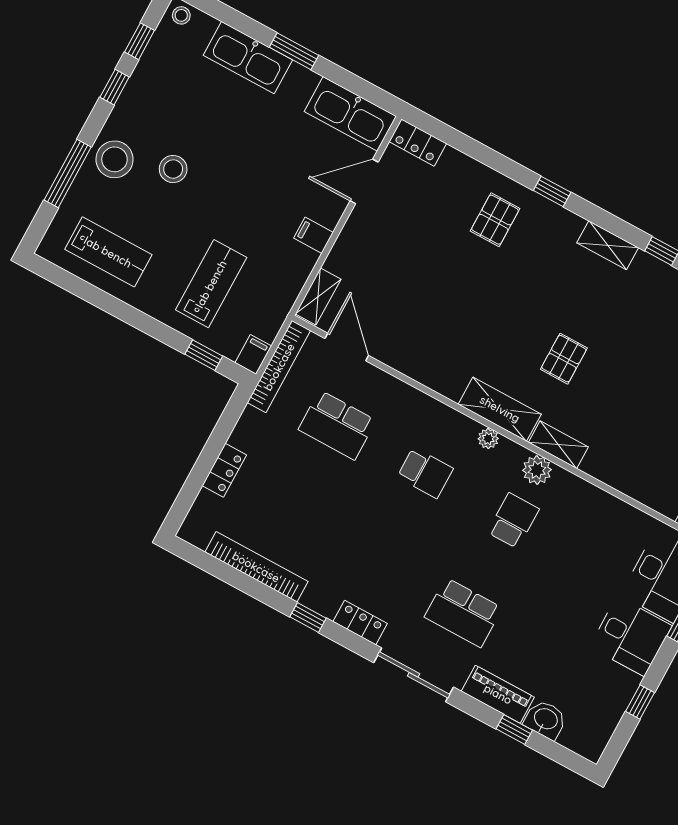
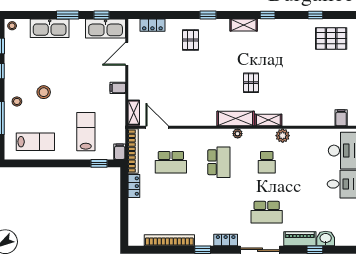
window: (356, 85) -> (102, 15), added
locker: (418, 142) -> (152, 25), moved
stool: (115, 159) -> (17, 101), width x0.53, depth x0.53
locker: (224, 470) -> (134, 186), moved
plant: (537, 470) -> (283, 136), moved
school desk: (425, 473) -> (219, 162), width x1.85
school desk: (513, 521) -> (267, 162), turned 180

